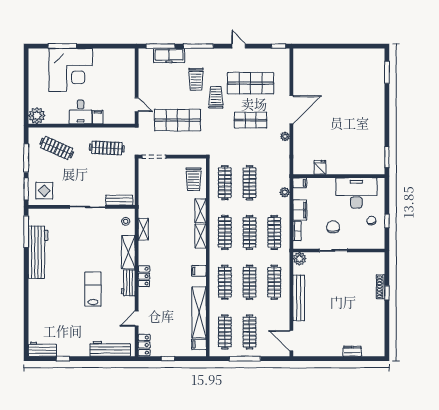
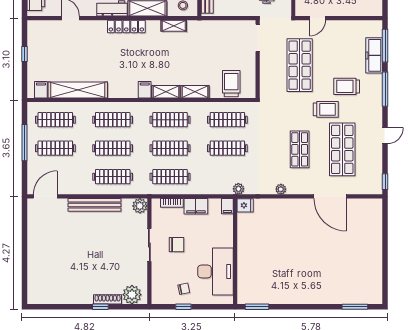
door: (291, 110) -> (330, 196), moved
fridge: (320, 167) -> (245, 205), moved
trolley: (193, 179) -> (231, 84), turned 90
plant: (285, 192) -> (238, 189), moved
plant: (376, 266) -> (132, 295), added
filing cabinet: (199, 271) -> (145, 90), moved
locker: (144, 276) -> (126, 27), width x1.53
locker: (144, 345) -> (40, 27), removed
dresser: (352, 351) -> (33, 267), removed

